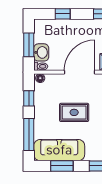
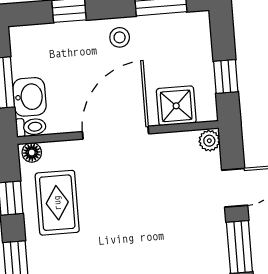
stool: (85, 28) -> (120, 37), added
rug: (74, 112) -> (57, 203), moved, turned 90

